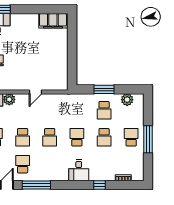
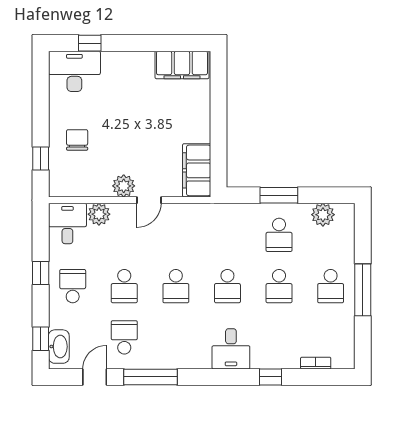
filing cabinet: (61, 76) -> (197, 170), added
plant: (22, 85) -> (124, 186), added
school desk: (77, 137) -> (227, 286), turned 180
school desk: (131, 137) -> (331, 286), turned 180

